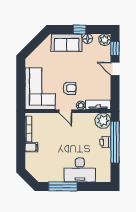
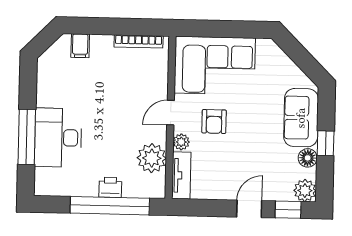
plant: (103, 121) -> (152, 158), moved
filing cabinet: (31, 147) -> (80, 46), moved
window: (63, 186) -> (27, 137), moved

